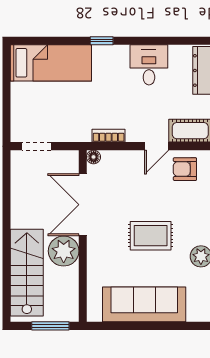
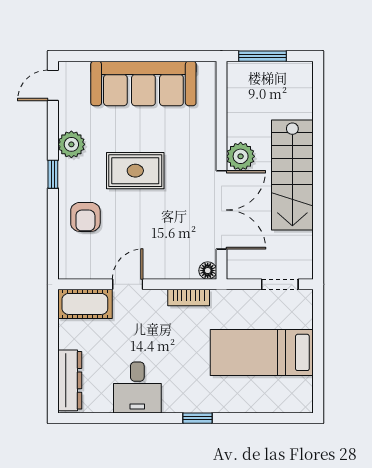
bed: (51, 63) -> (262, 352), moved
armchair: (185, 169) -> (85, 217), moved, turned 90
plant: (64, 251) -> (241, 156), width x0.73, depth x0.73
stairs: (27, 273) -> (292, 175), moved

